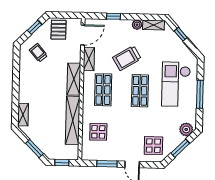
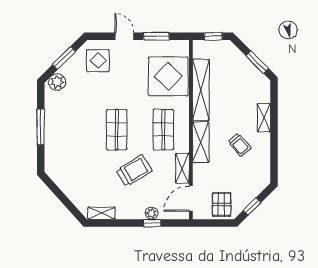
plant: (137, 25) -> (152, 213), moved
window: (181, 34) -> (67, 202), removed
trolley: (38, 53) -> (240, 145), moved
checkout: (176, 84) -> (71, 139), removed
shelving: (23, 115) -> (264, 118), moved
display table: (98, 132) -> (168, 76), width x1.86, depth x1.86
window: (34, 149) -> (257, 62), moved

